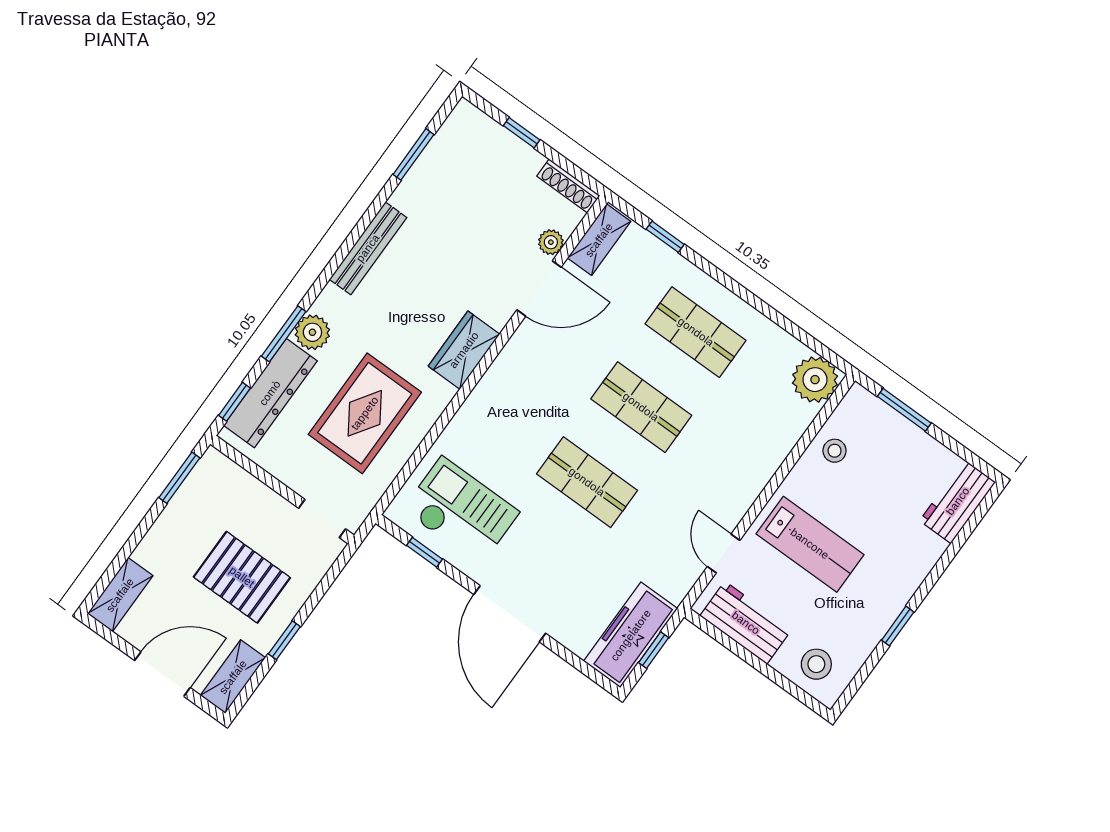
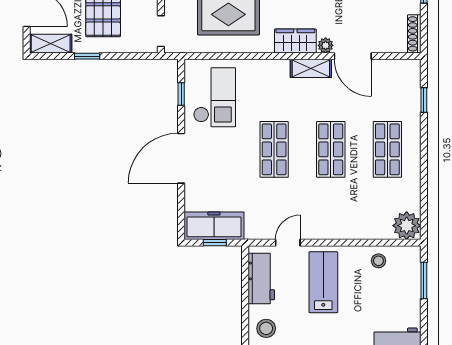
shelving: (599, 240) -> (311, 68), moved
plant: (551, 242) -> (326, 45), moved
lab bench: (810, 544) -> (323, 282), turned 180

